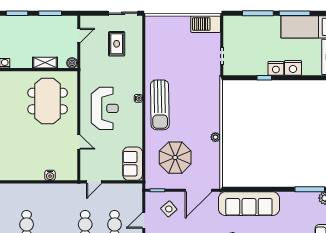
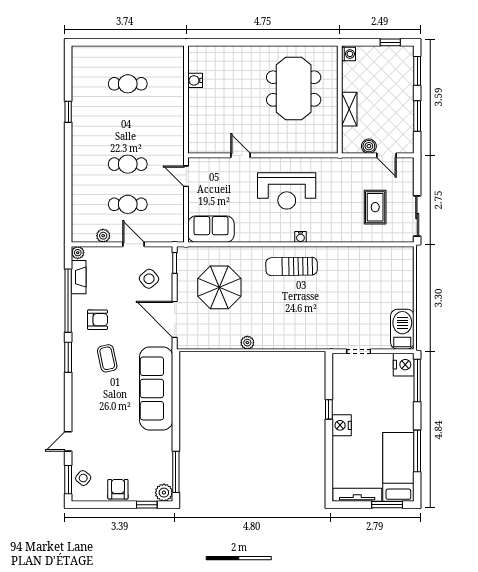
window: (258, 13) -> (417, 381), moved
rug: (117, 44) -> (375, 207), turned 90
boiler: (72, 63) -> (369, 146), moved
nightstand: (293, 68) -> (404, 365), moved, turned 180
meeting table: (48, 101) -> (294, 89), moved, turned 90
sun lounger: (160, 105) -> (292, 266), width x0.73, depth x0.75
door: (79, 142) -> (241, 155), swing flipped
water cooler: (50, 175) -> (195, 80), moved

